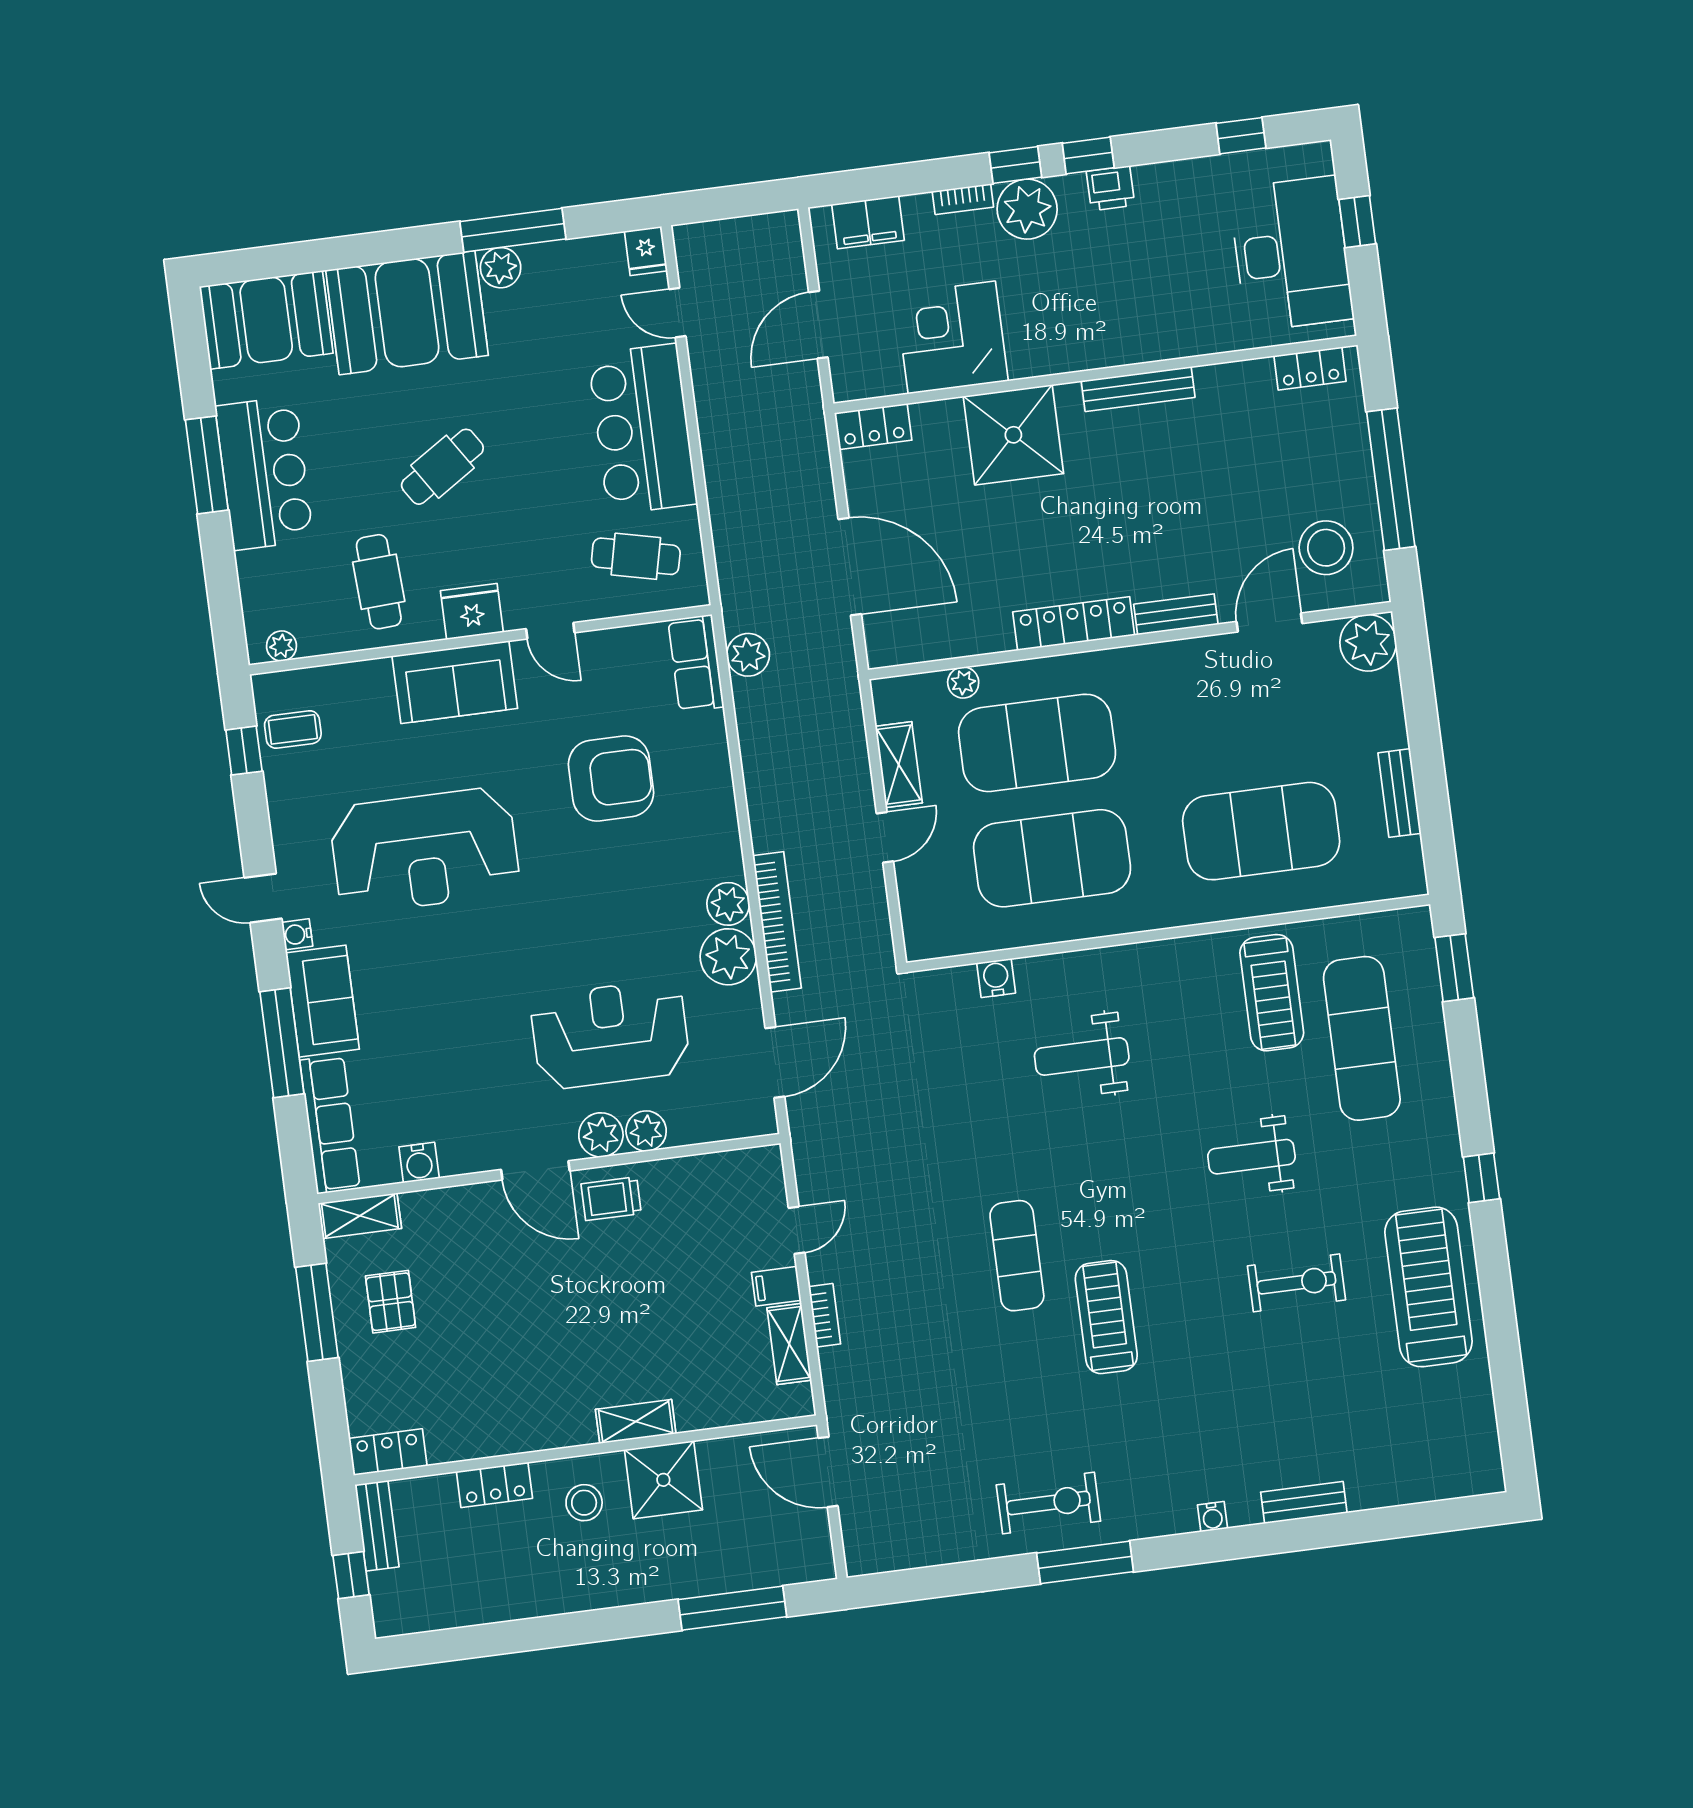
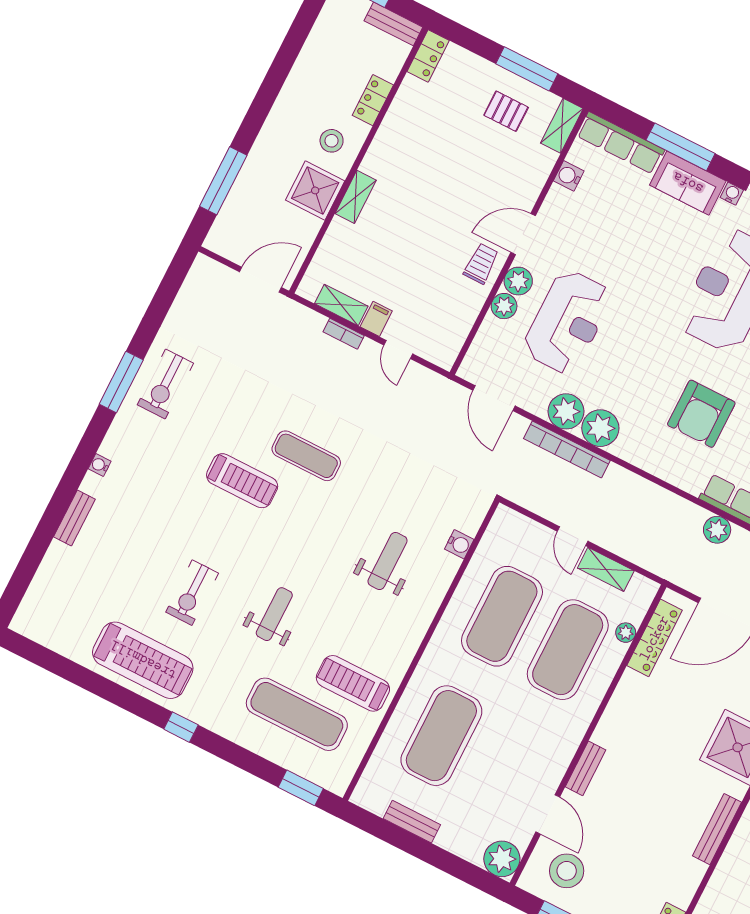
locker: (1074, 624) -> (654, 638), moved
plant: (728, 904) -> (600, 428), width x1.36, depth x1.36

